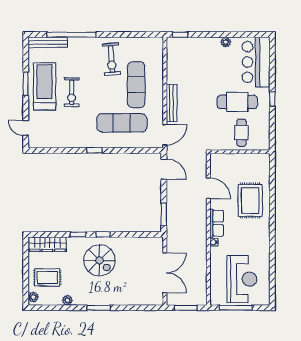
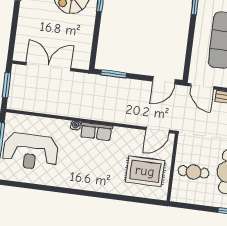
door: (208, 188) -> (158, 130), moved
rug: (250, 200) -> (145, 171), moved
double door: (165, 273) -> (49, 67), swing flipped

